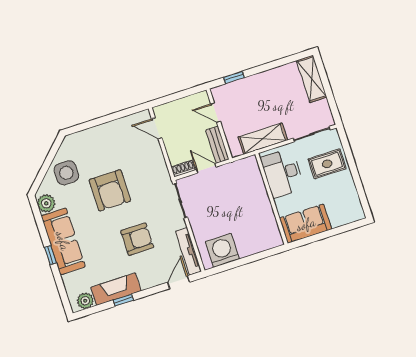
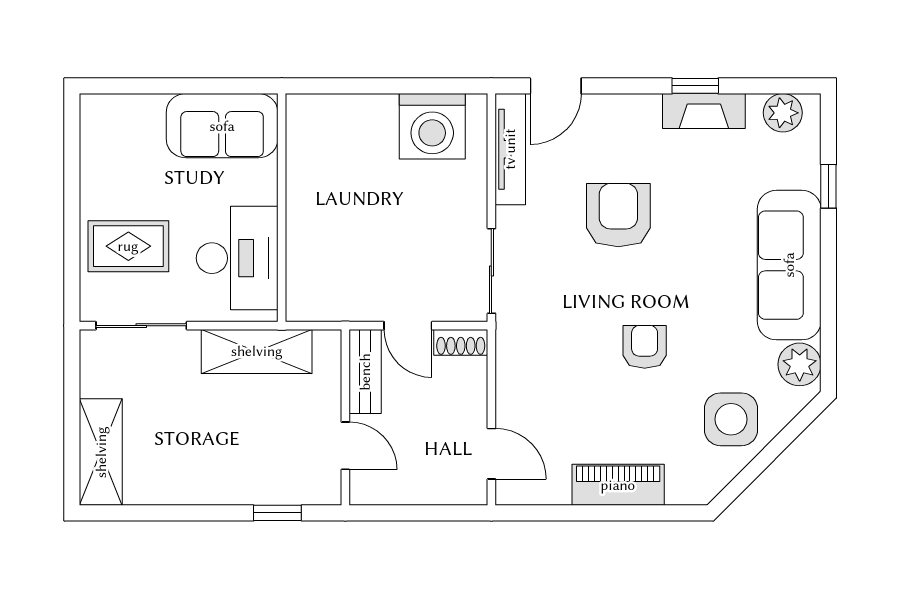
piano: (103, 132) -> (618, 485), added
armchair: (110, 190) -> (645, 347), width x0.53, depth x0.53
armchair: (137, 239) -> (618, 215), turned 90
window: (50, 255) -> (828, 186), moved
fireplace: (116, 289) -> (704, 111), width x0.73, depth x0.76

